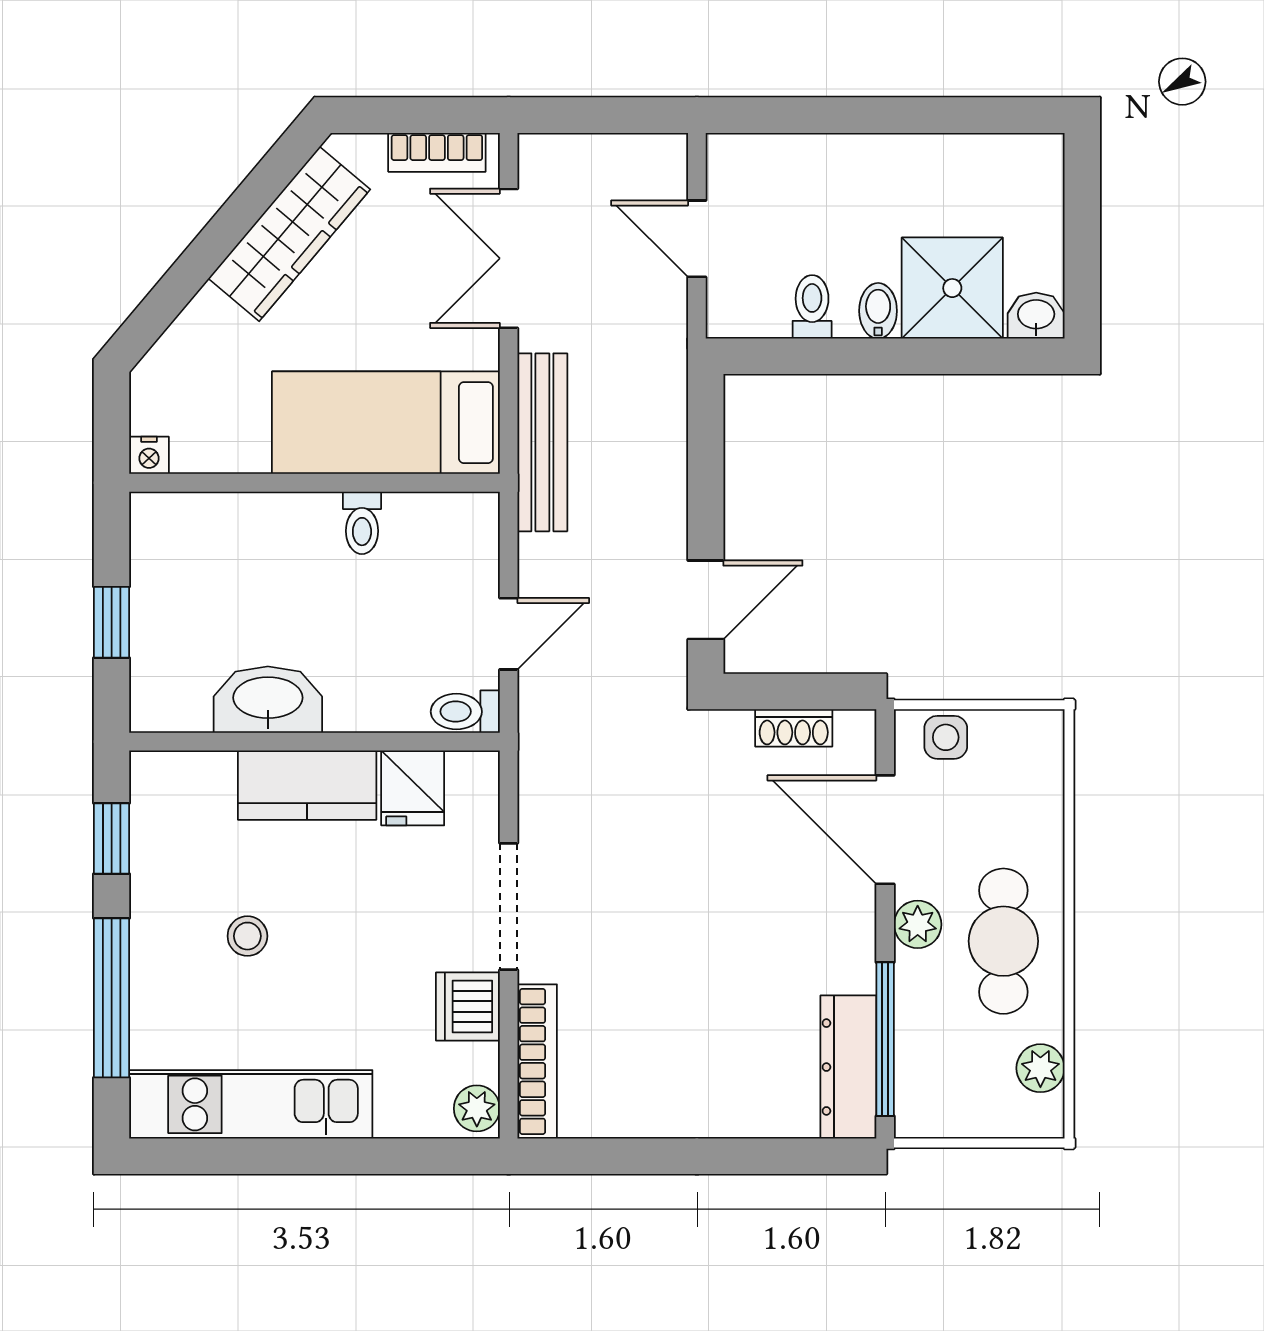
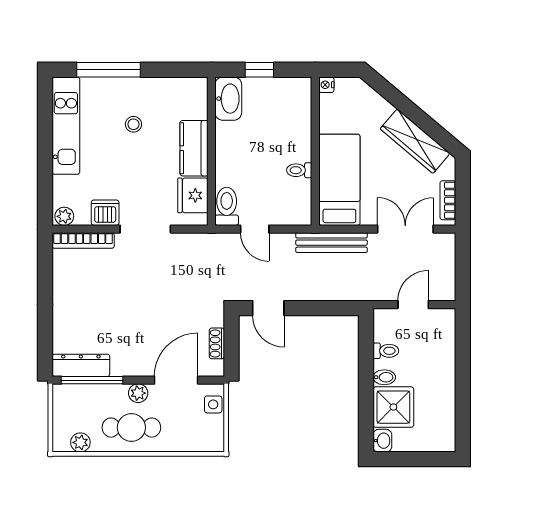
washbasin: (268, 700) -> (228, 99), moved
toilet: (465, 712) -> (227, 206), width x1.37, depth x1.39
fridge: (413, 788) -> (193, 195), width x1.38
window: (112, 839) -> (173, 70), removed

